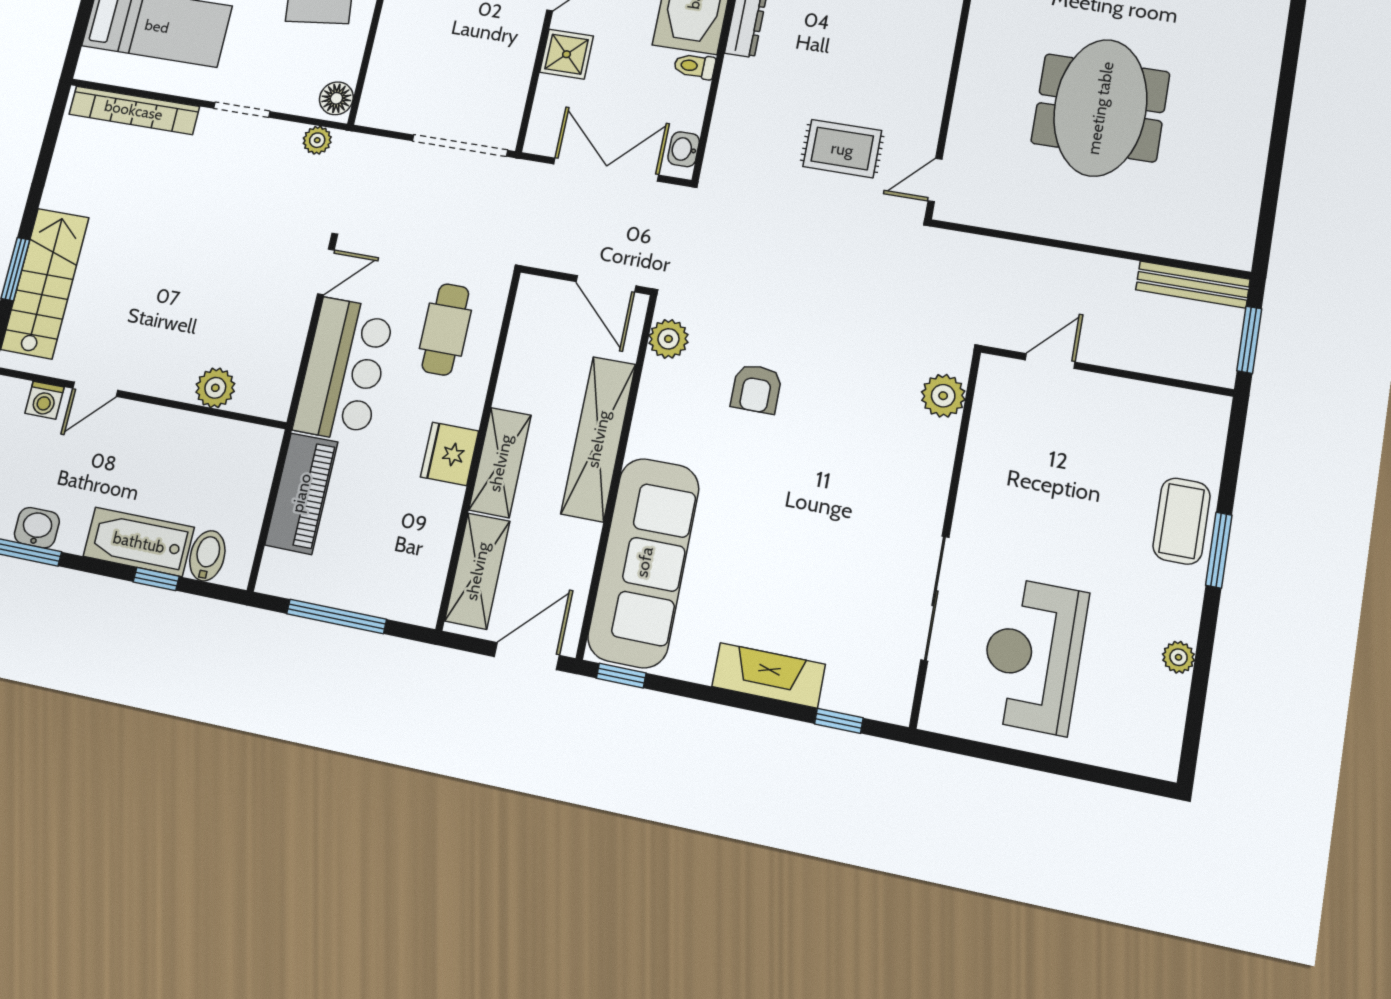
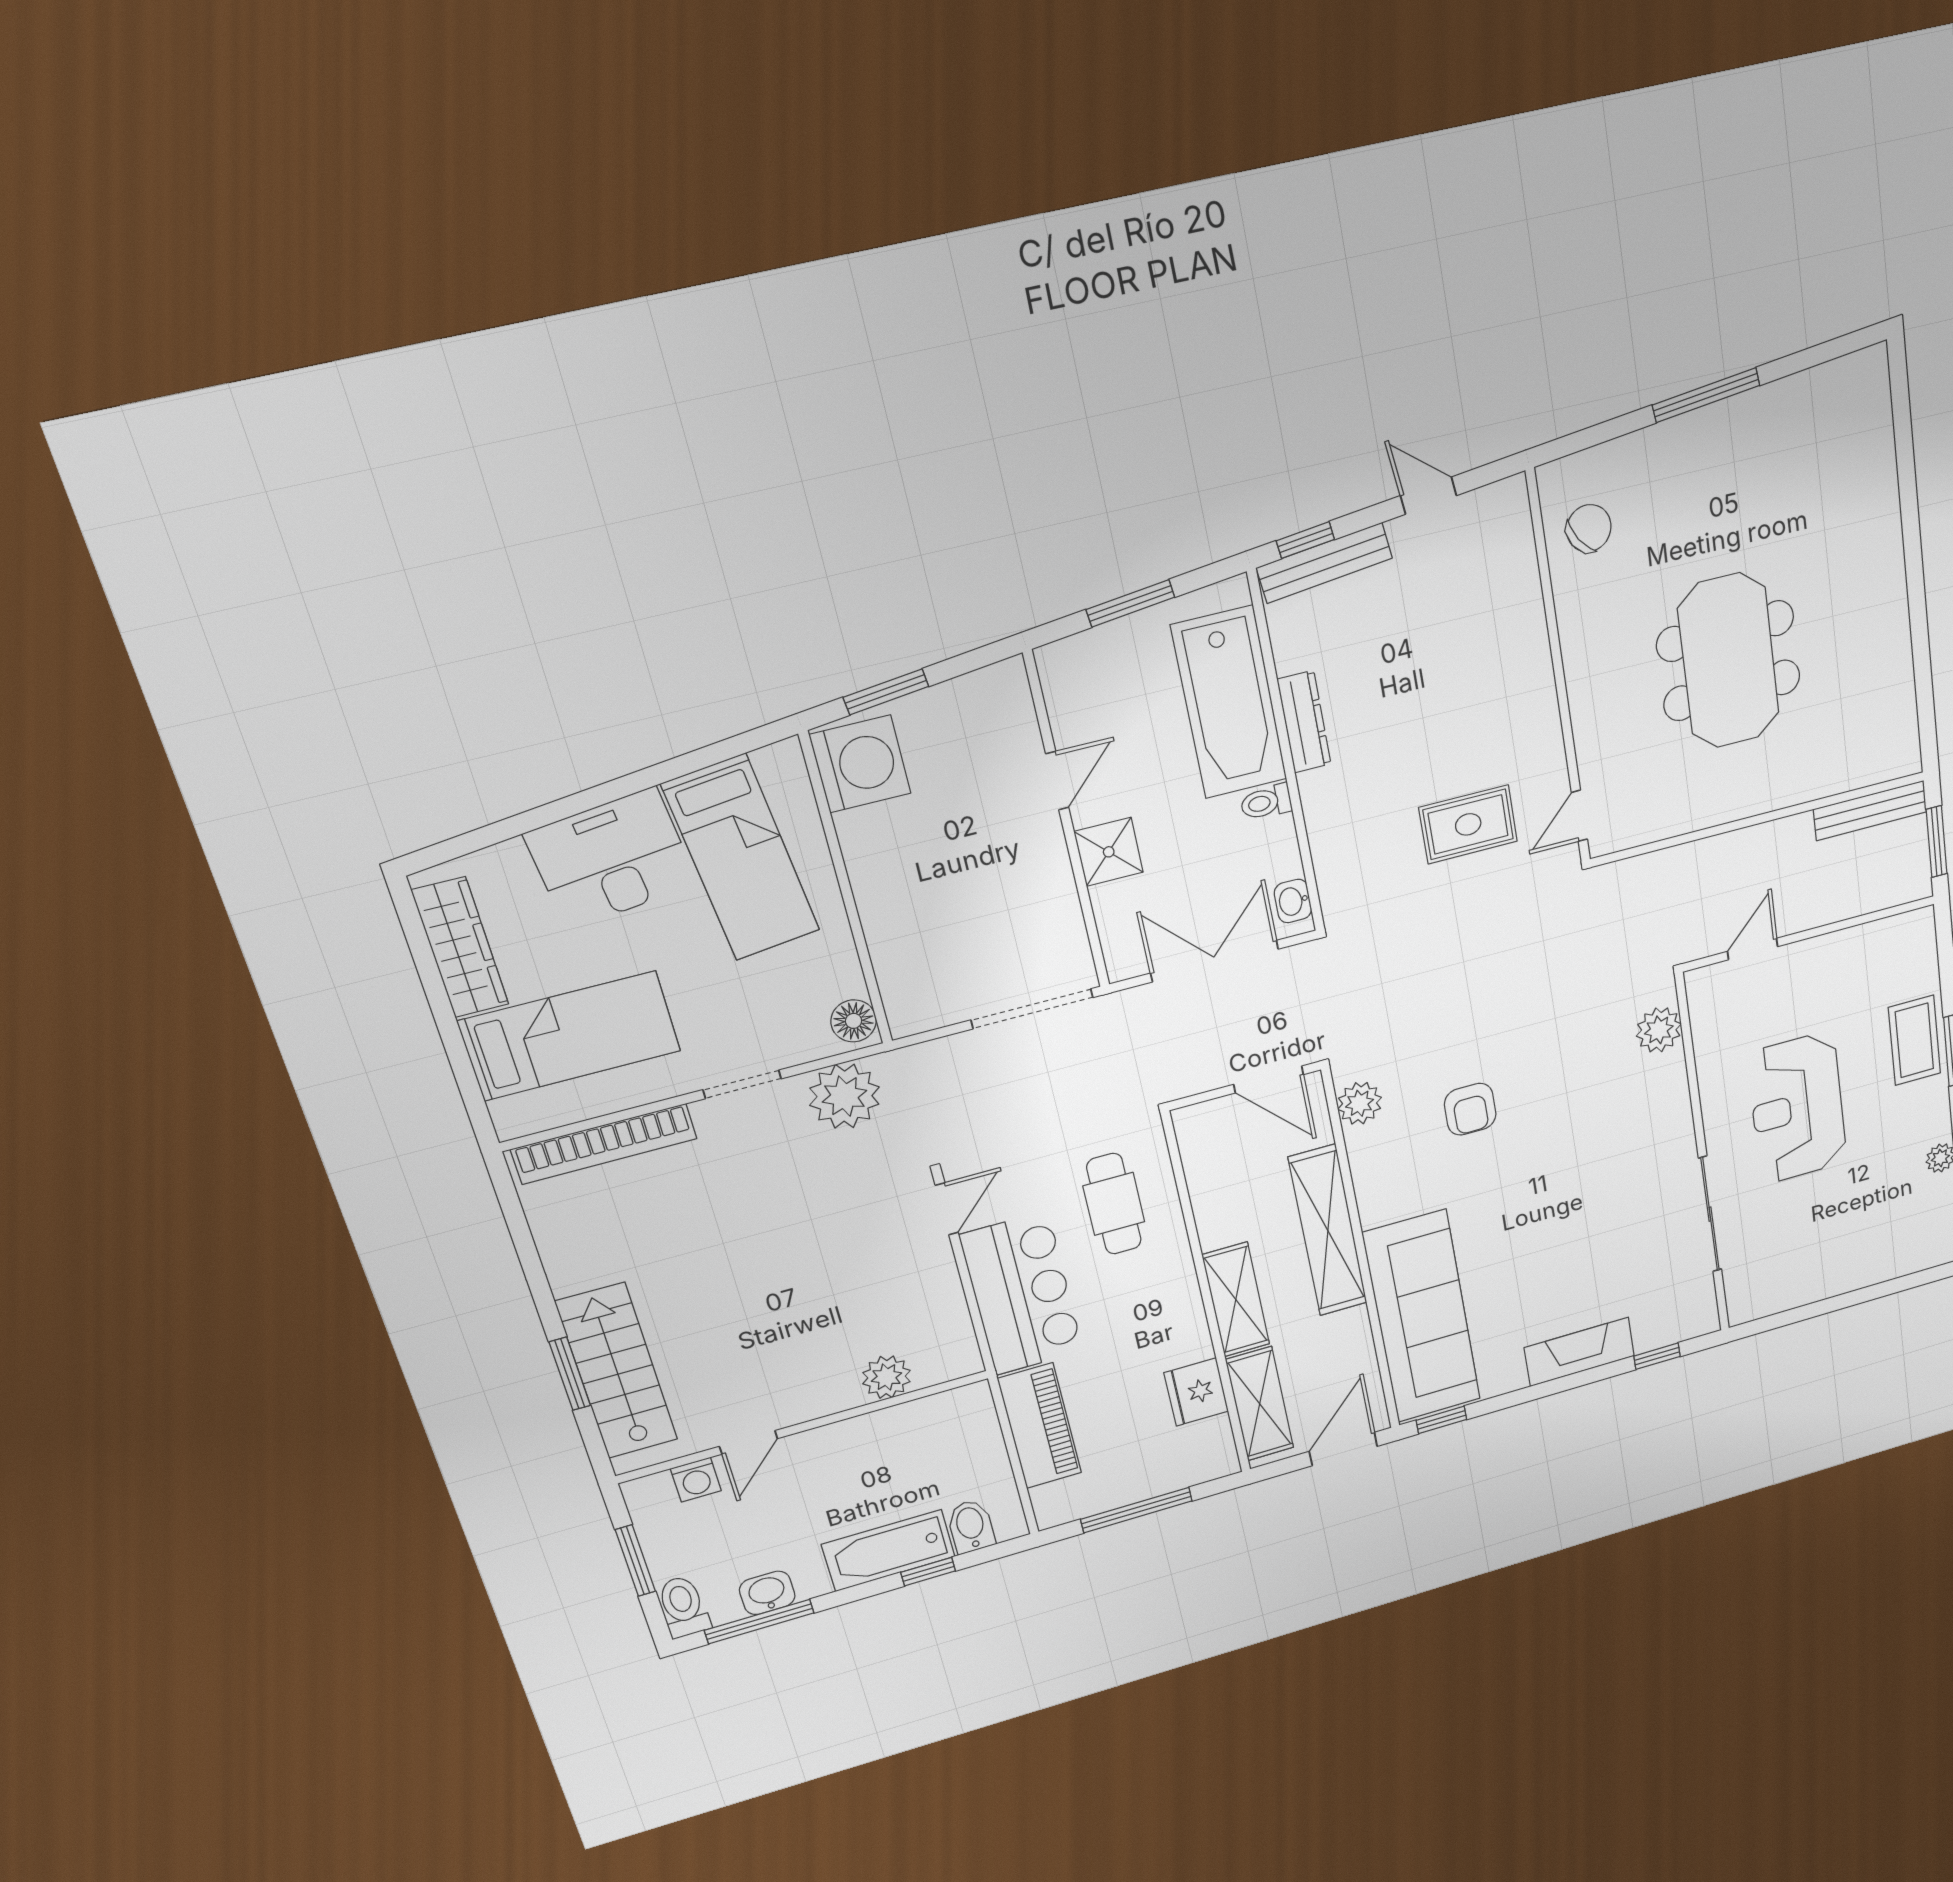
plant: (317, 140) -> (844, 1096), width x1.87, depth x1.87
fridge: (450, 454) -> (1196, 1392), moved
reception desk: (1033, 656) -> (1797, 1108), moved

